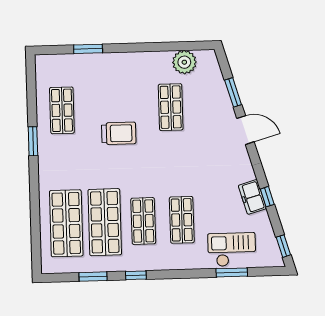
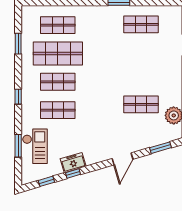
window: (233, 92) -> (161, 148), moved
trolley: (119, 133) -> (123, 66), removed
shop shelf: (66, 223) -> (58, 25), width x0.70, depth x0.74
window: (283, 246) -> (46, 181), moved
window: (136, 275) -> (18, 97), moved

